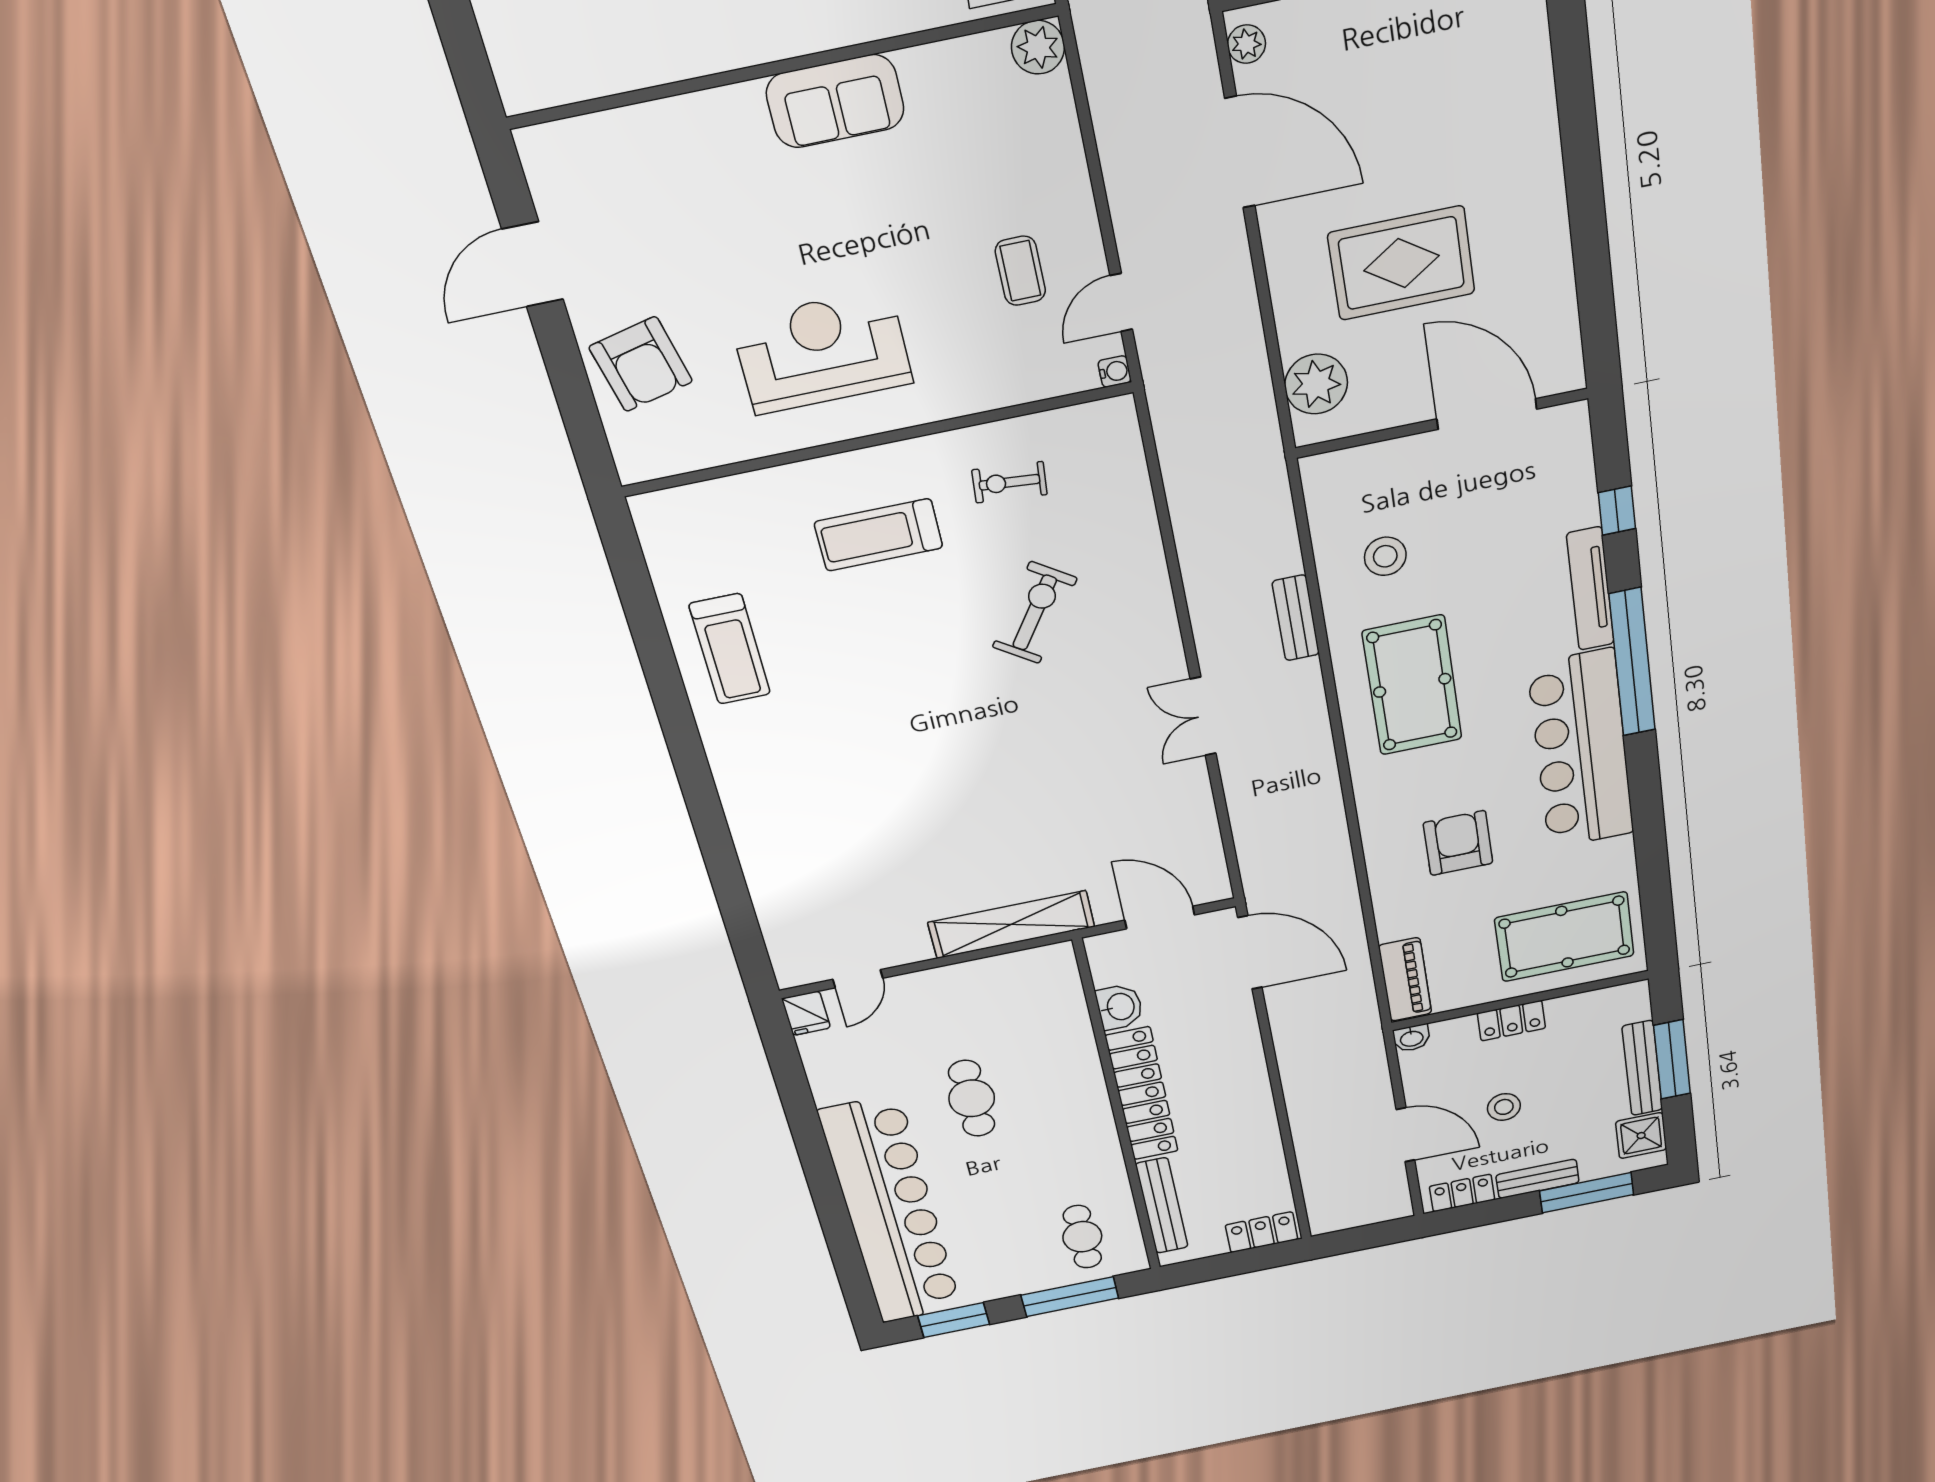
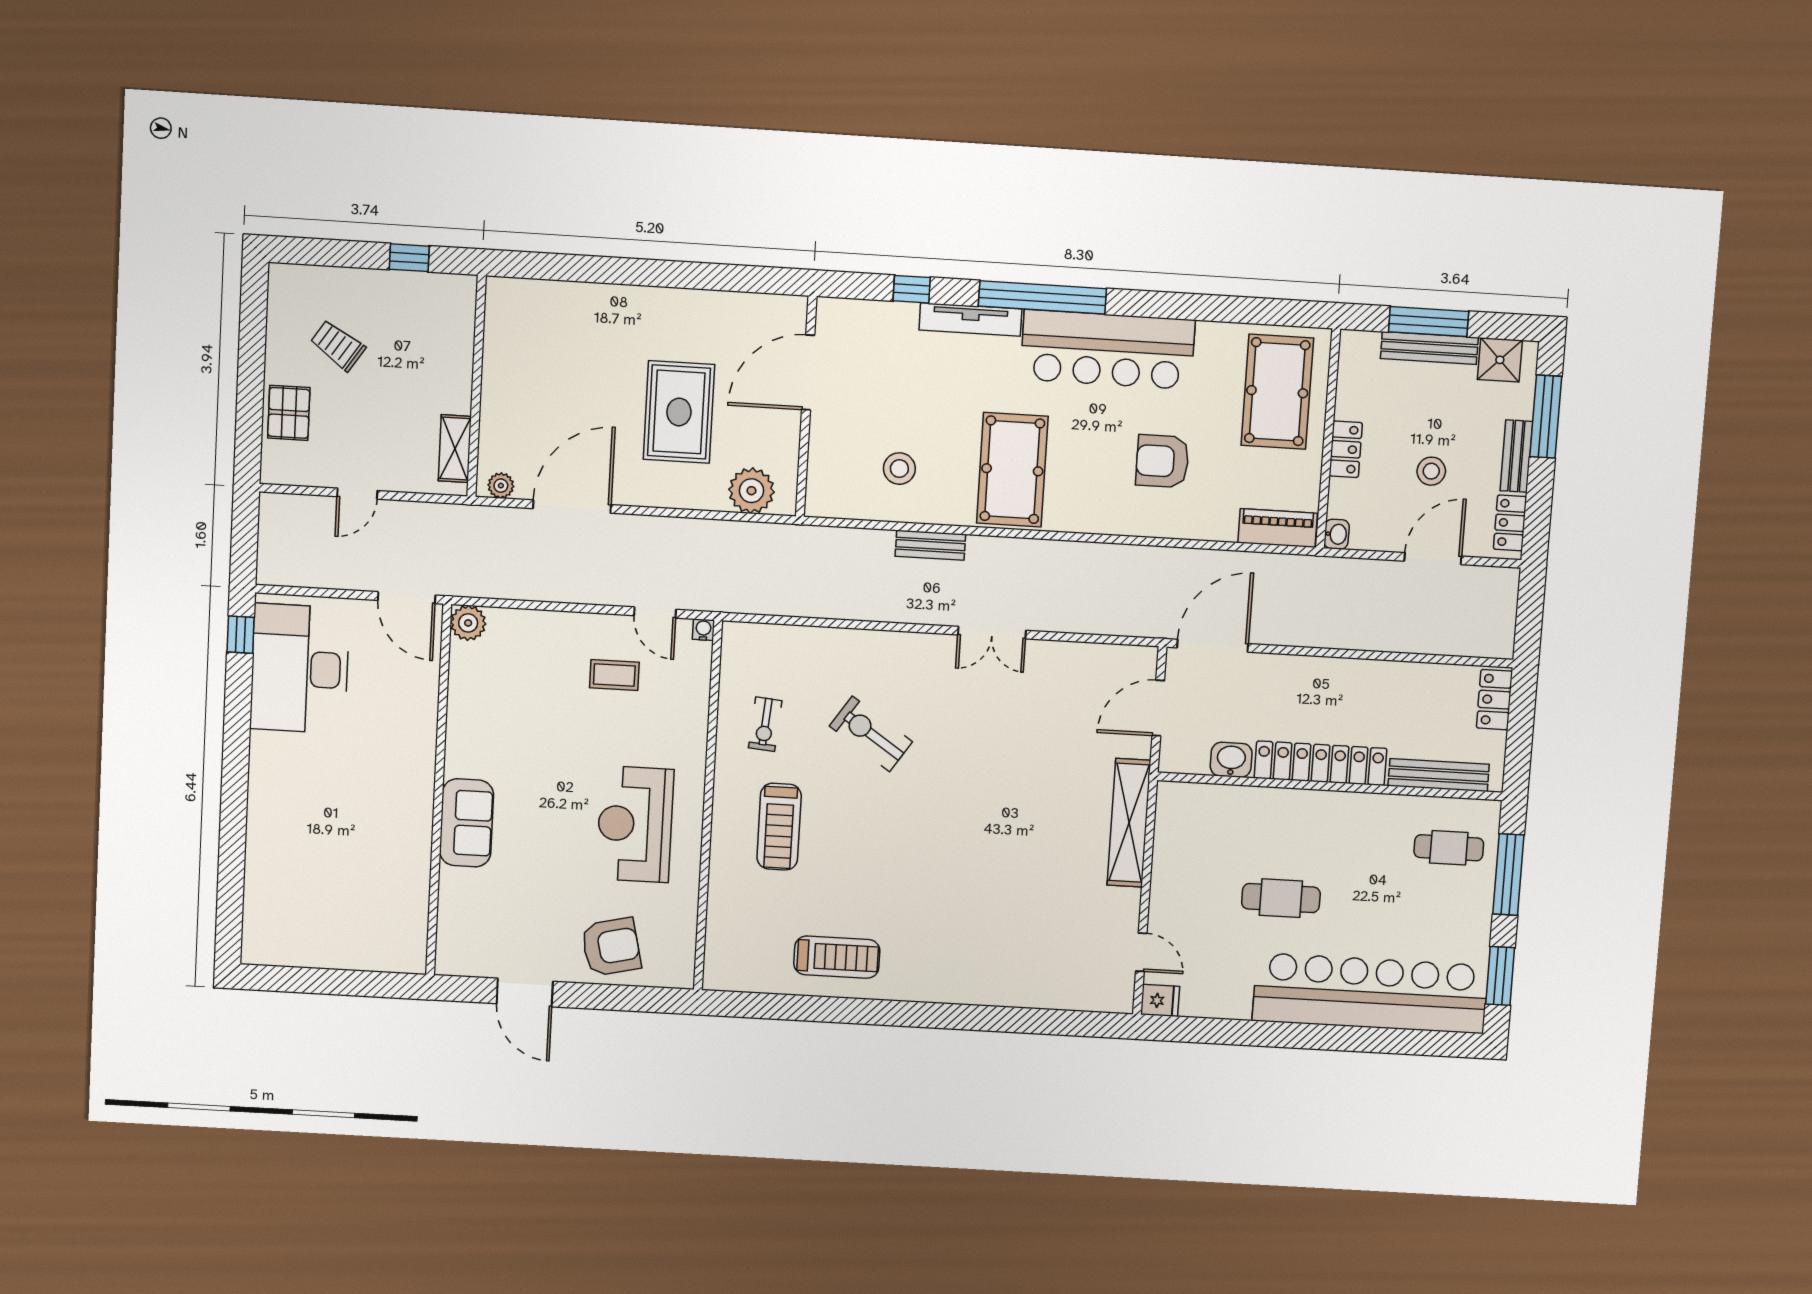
sofa: (835, 101) -> (467, 823), moved
pool table: (1412, 685) -> (1012, 470), turned 90

